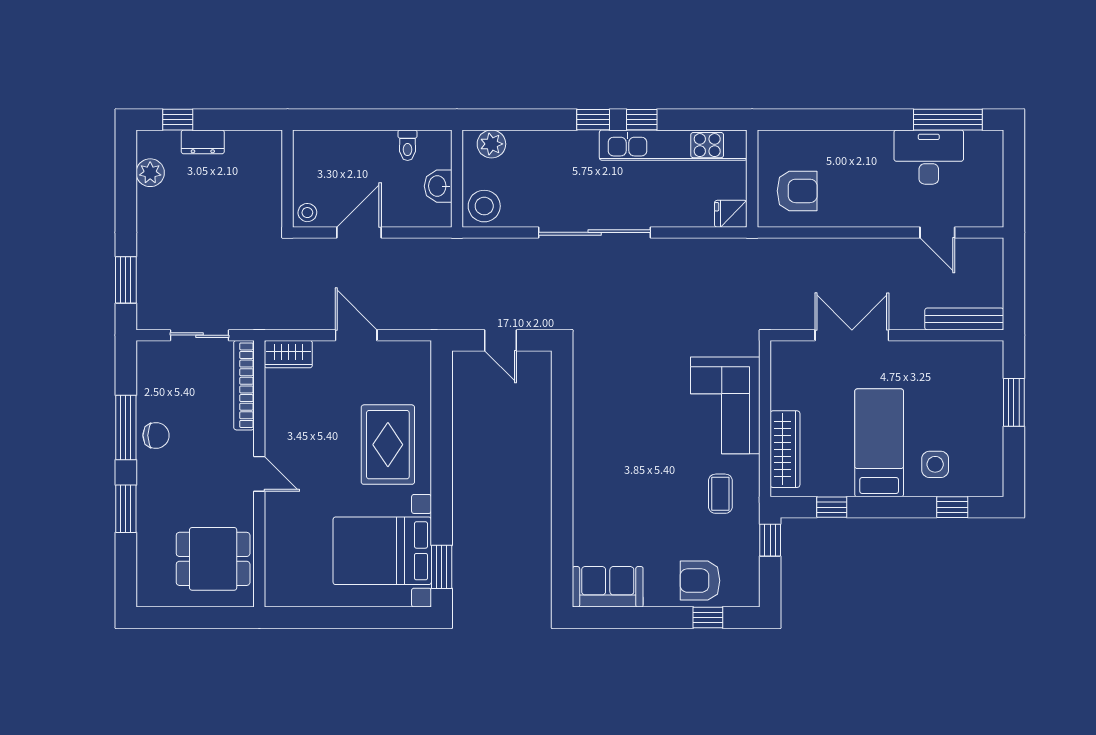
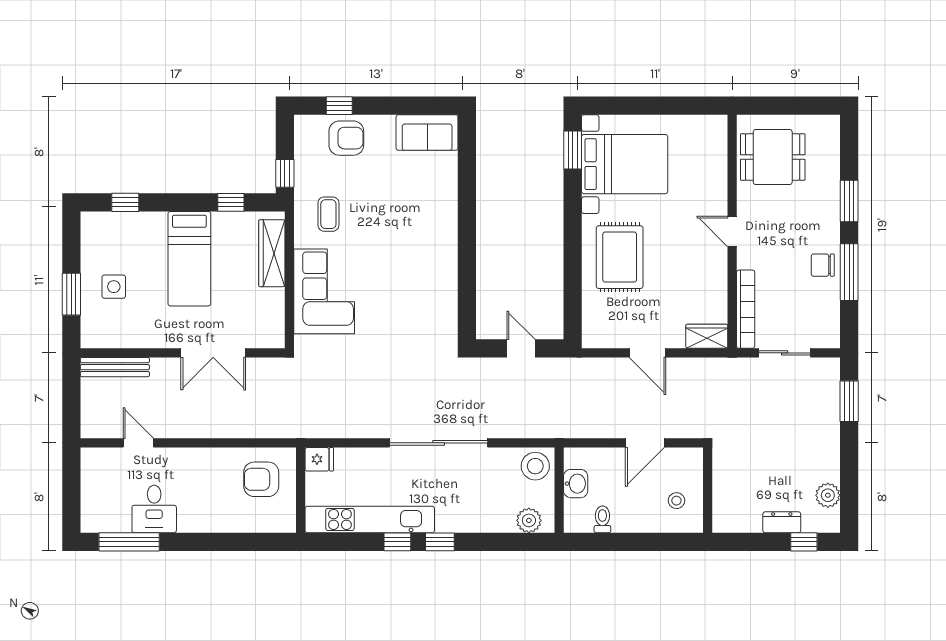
desk: (929, 157) -> (154, 509), width x0.73
stool: (307, 213) -> (676, 501), moved
side table: (935, 464) -> (114, 287), moved

